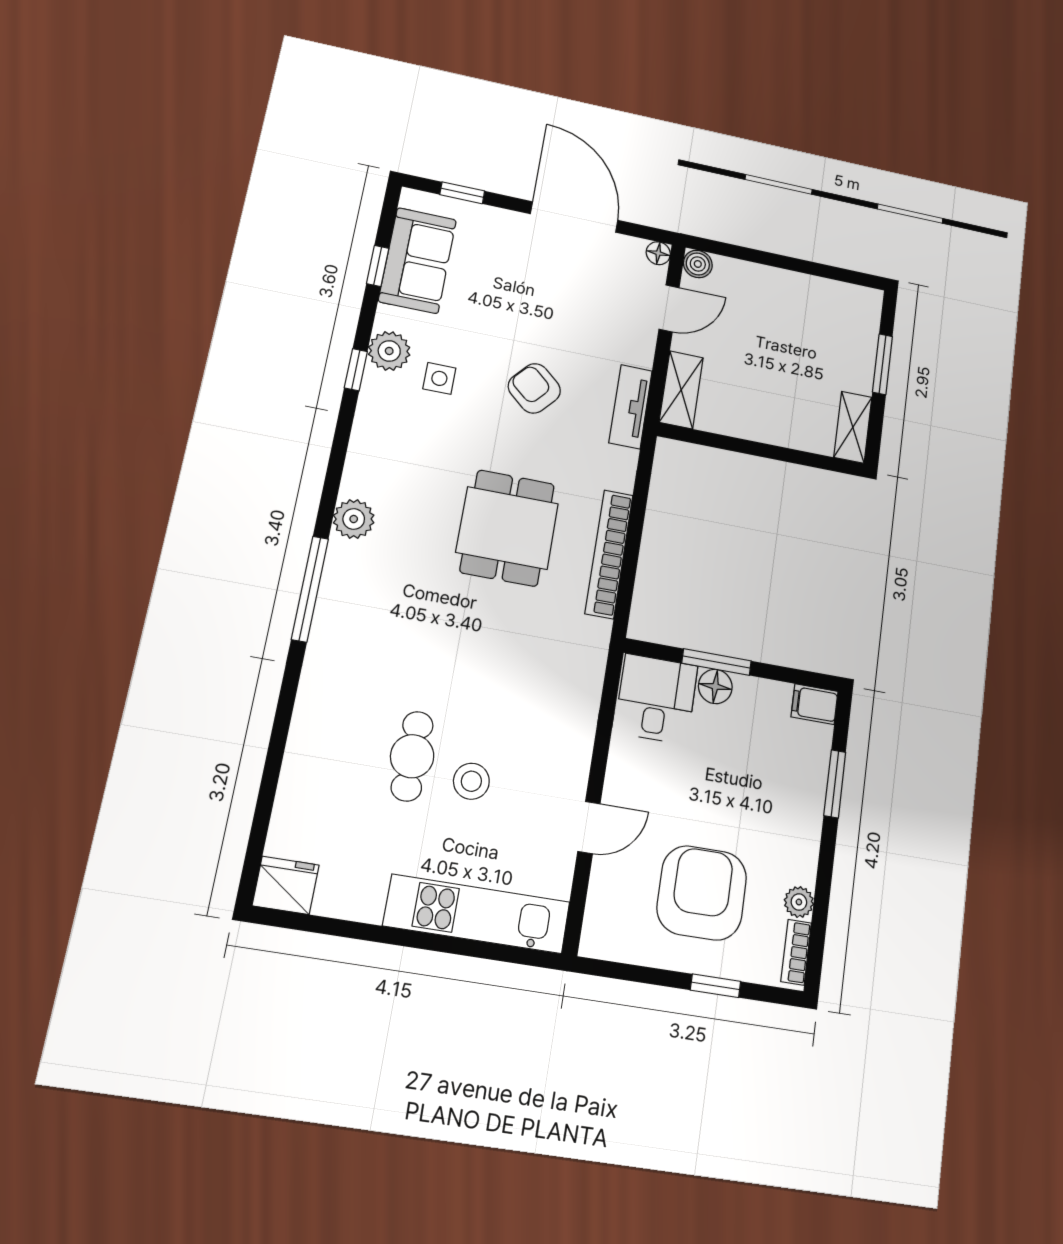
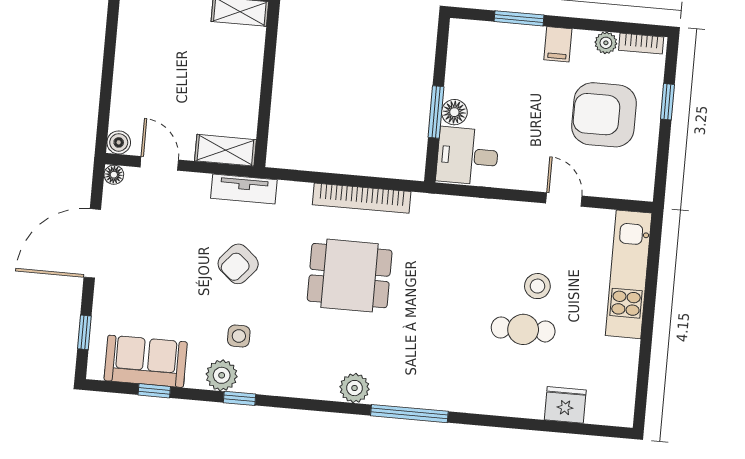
filing cabinet: (815, 704) -> (558, 44), moved
fridge: (286, 885) -> (565, 405), moved, turned 90

